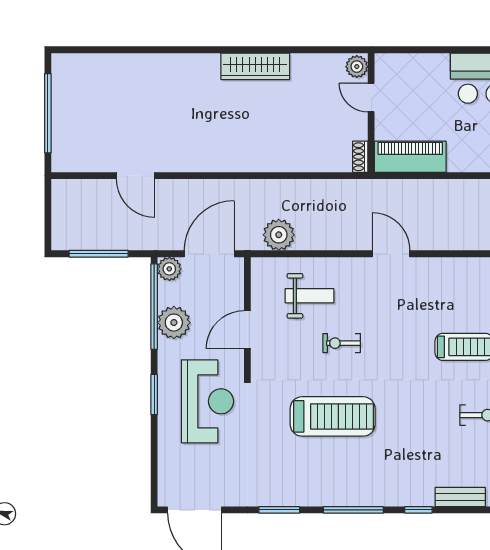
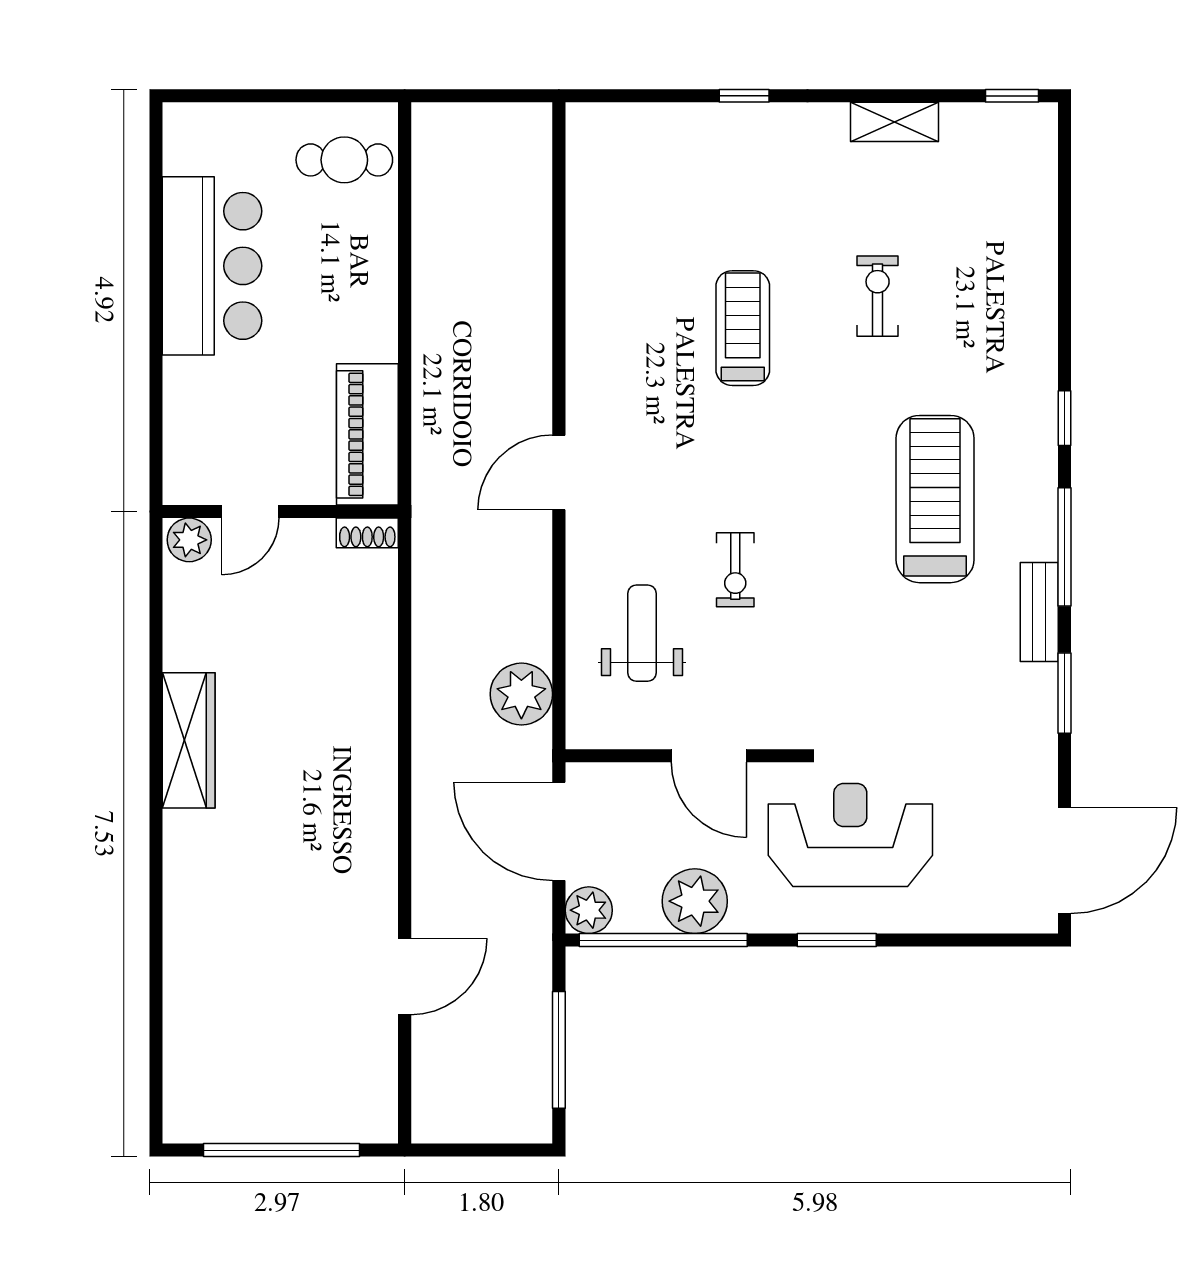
treadmill: (333, 416) -> (935, 499), moved
bench: (460, 497) -> (1039, 612), moved

